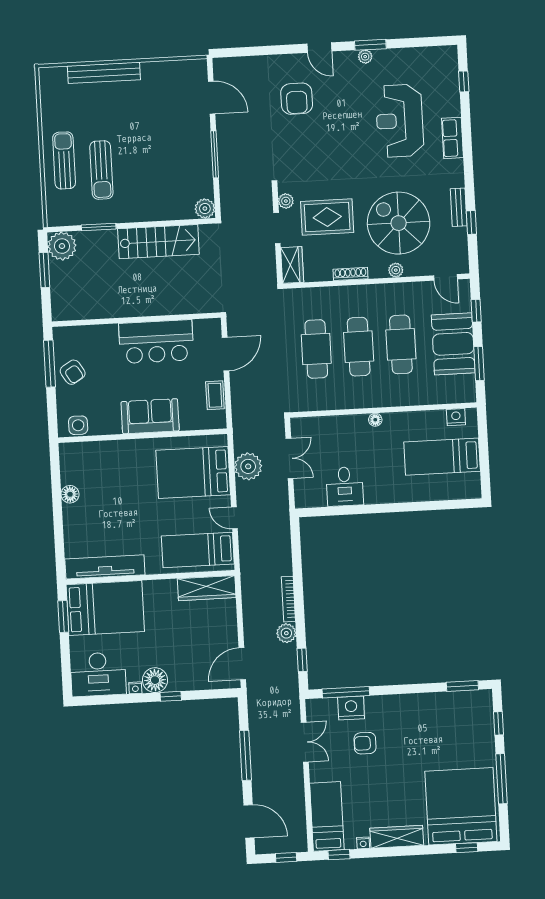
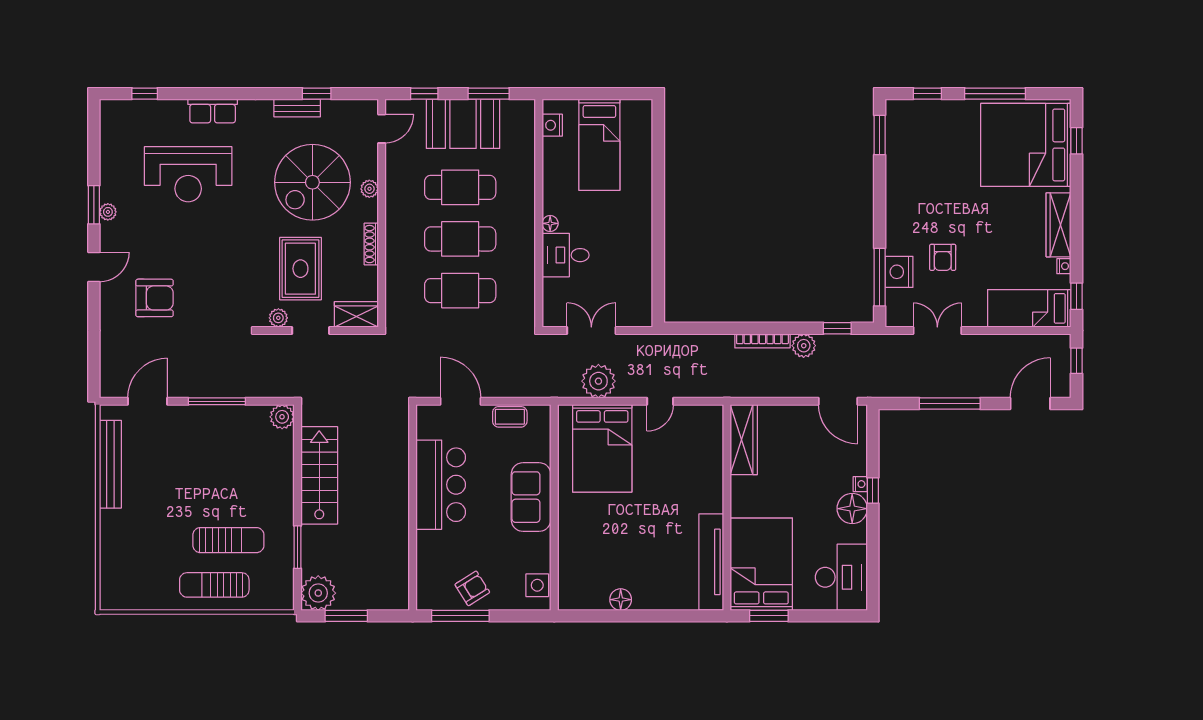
bench: (104, 73) -> (110, 464), moved
desk: (345, 486) -> (566, 255), moved, turned 180
bed: (198, 550) -> (697, 448), removed
nightstand: (135, 688) -> (860, 484), moved

